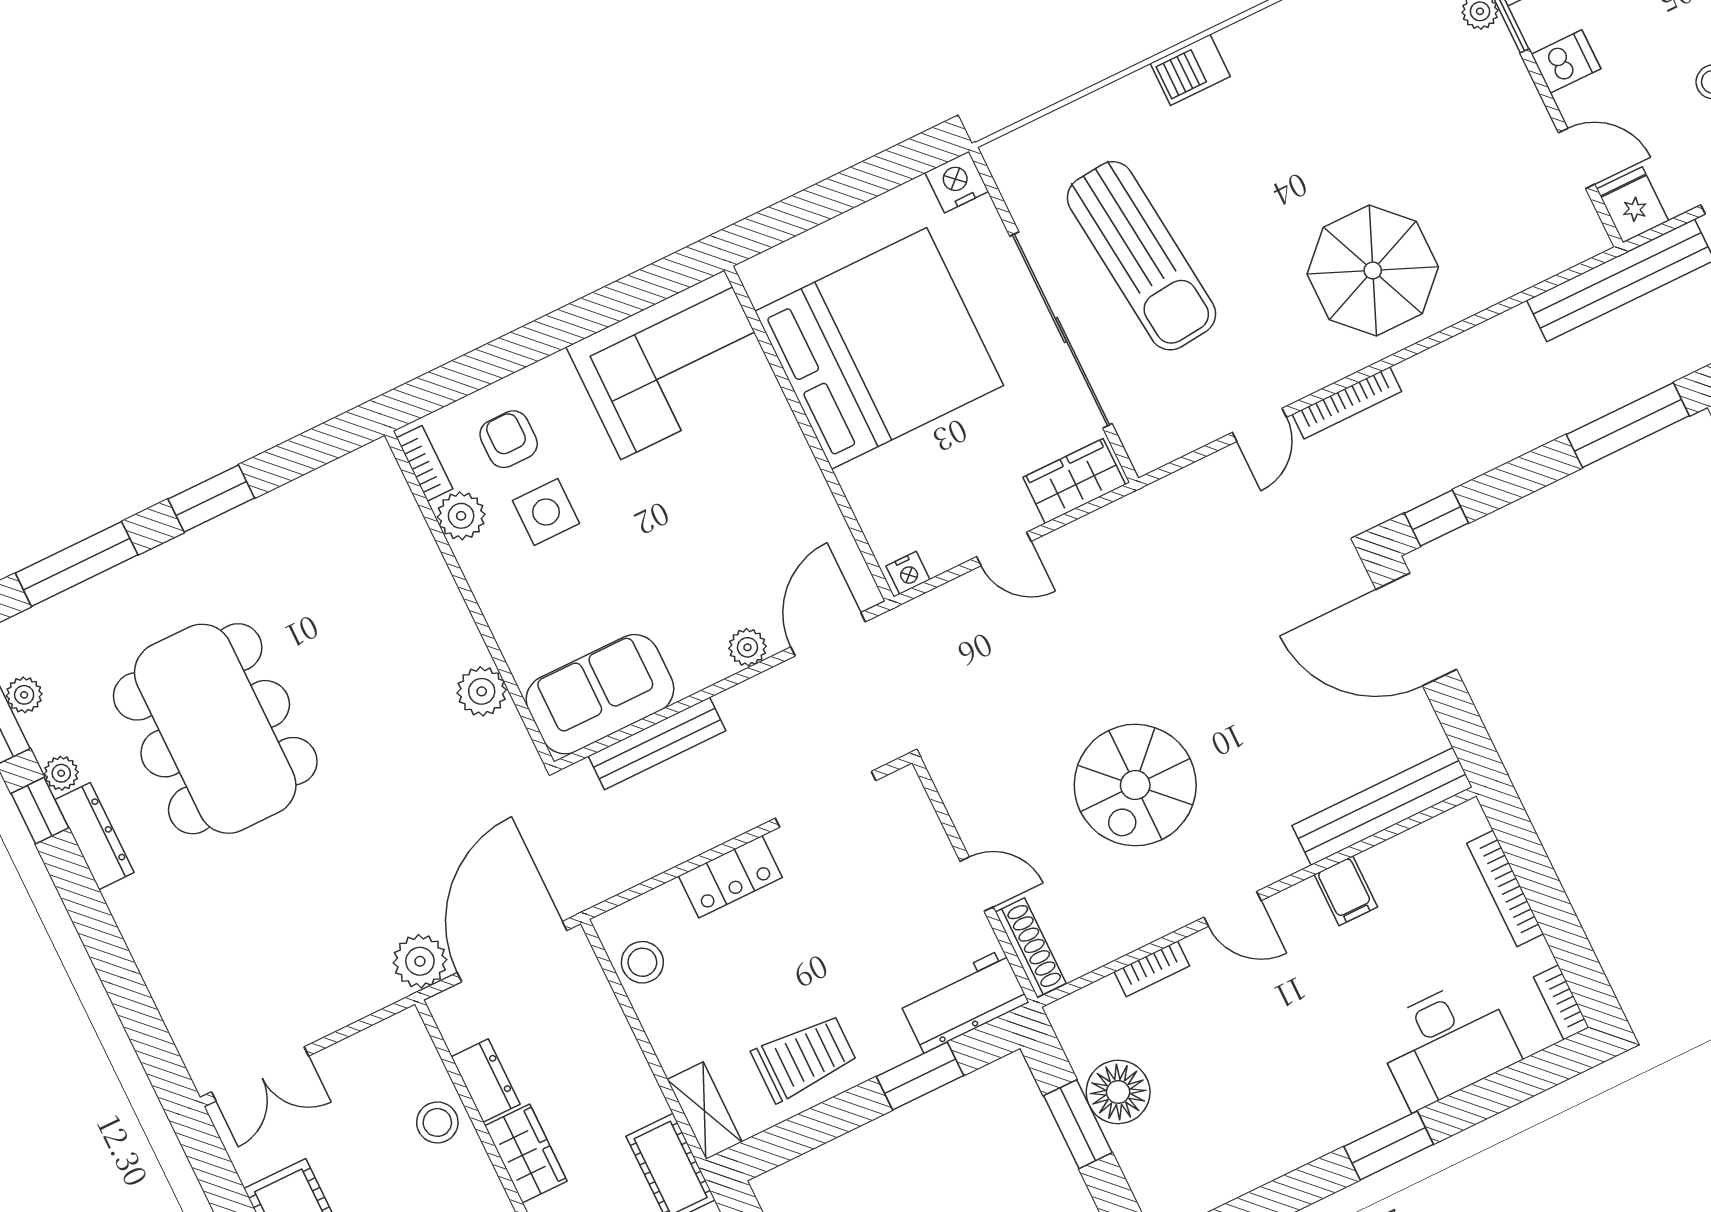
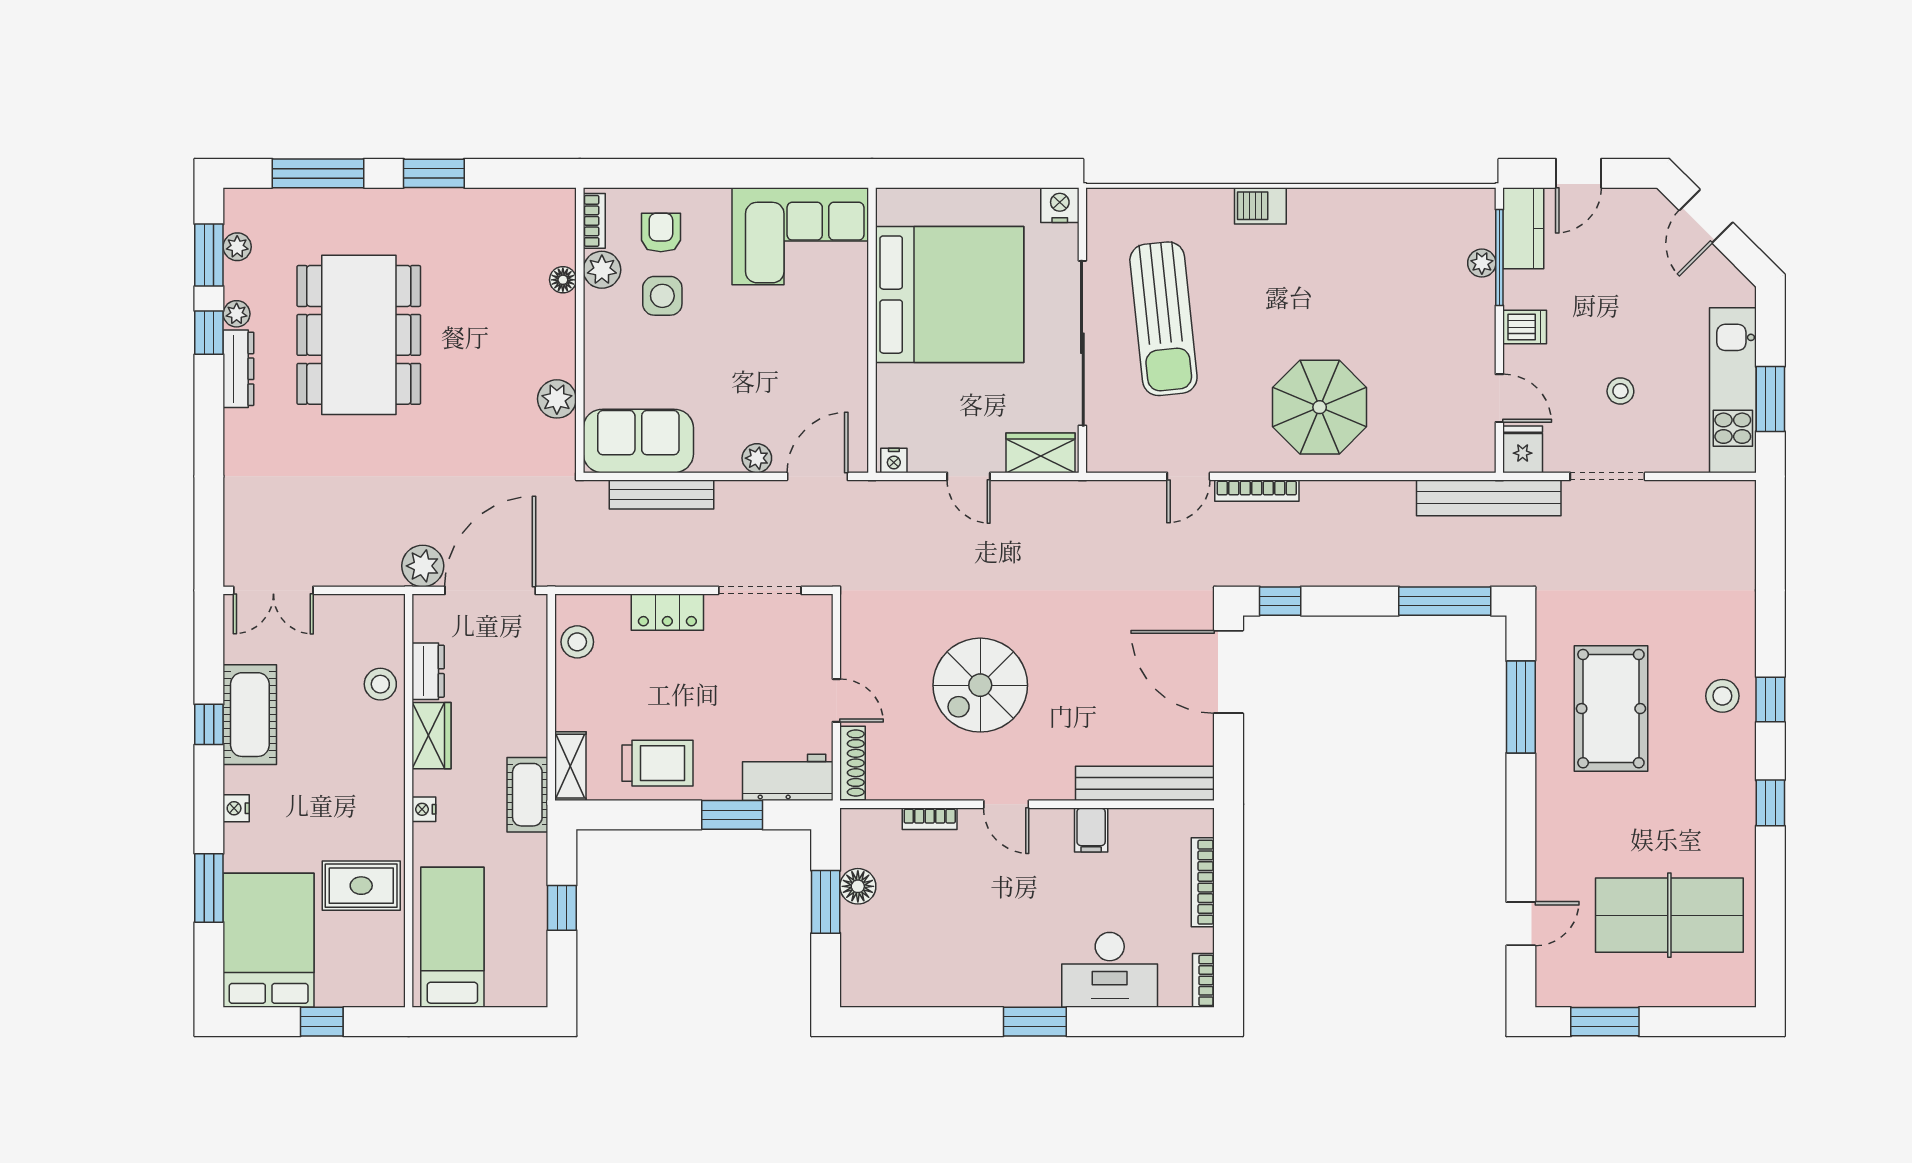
floor lamp: (421, 549) -> (563, 280), added
floor lamp: (1118, 1092) -> (858, 886), width x0.73, depth x0.73

